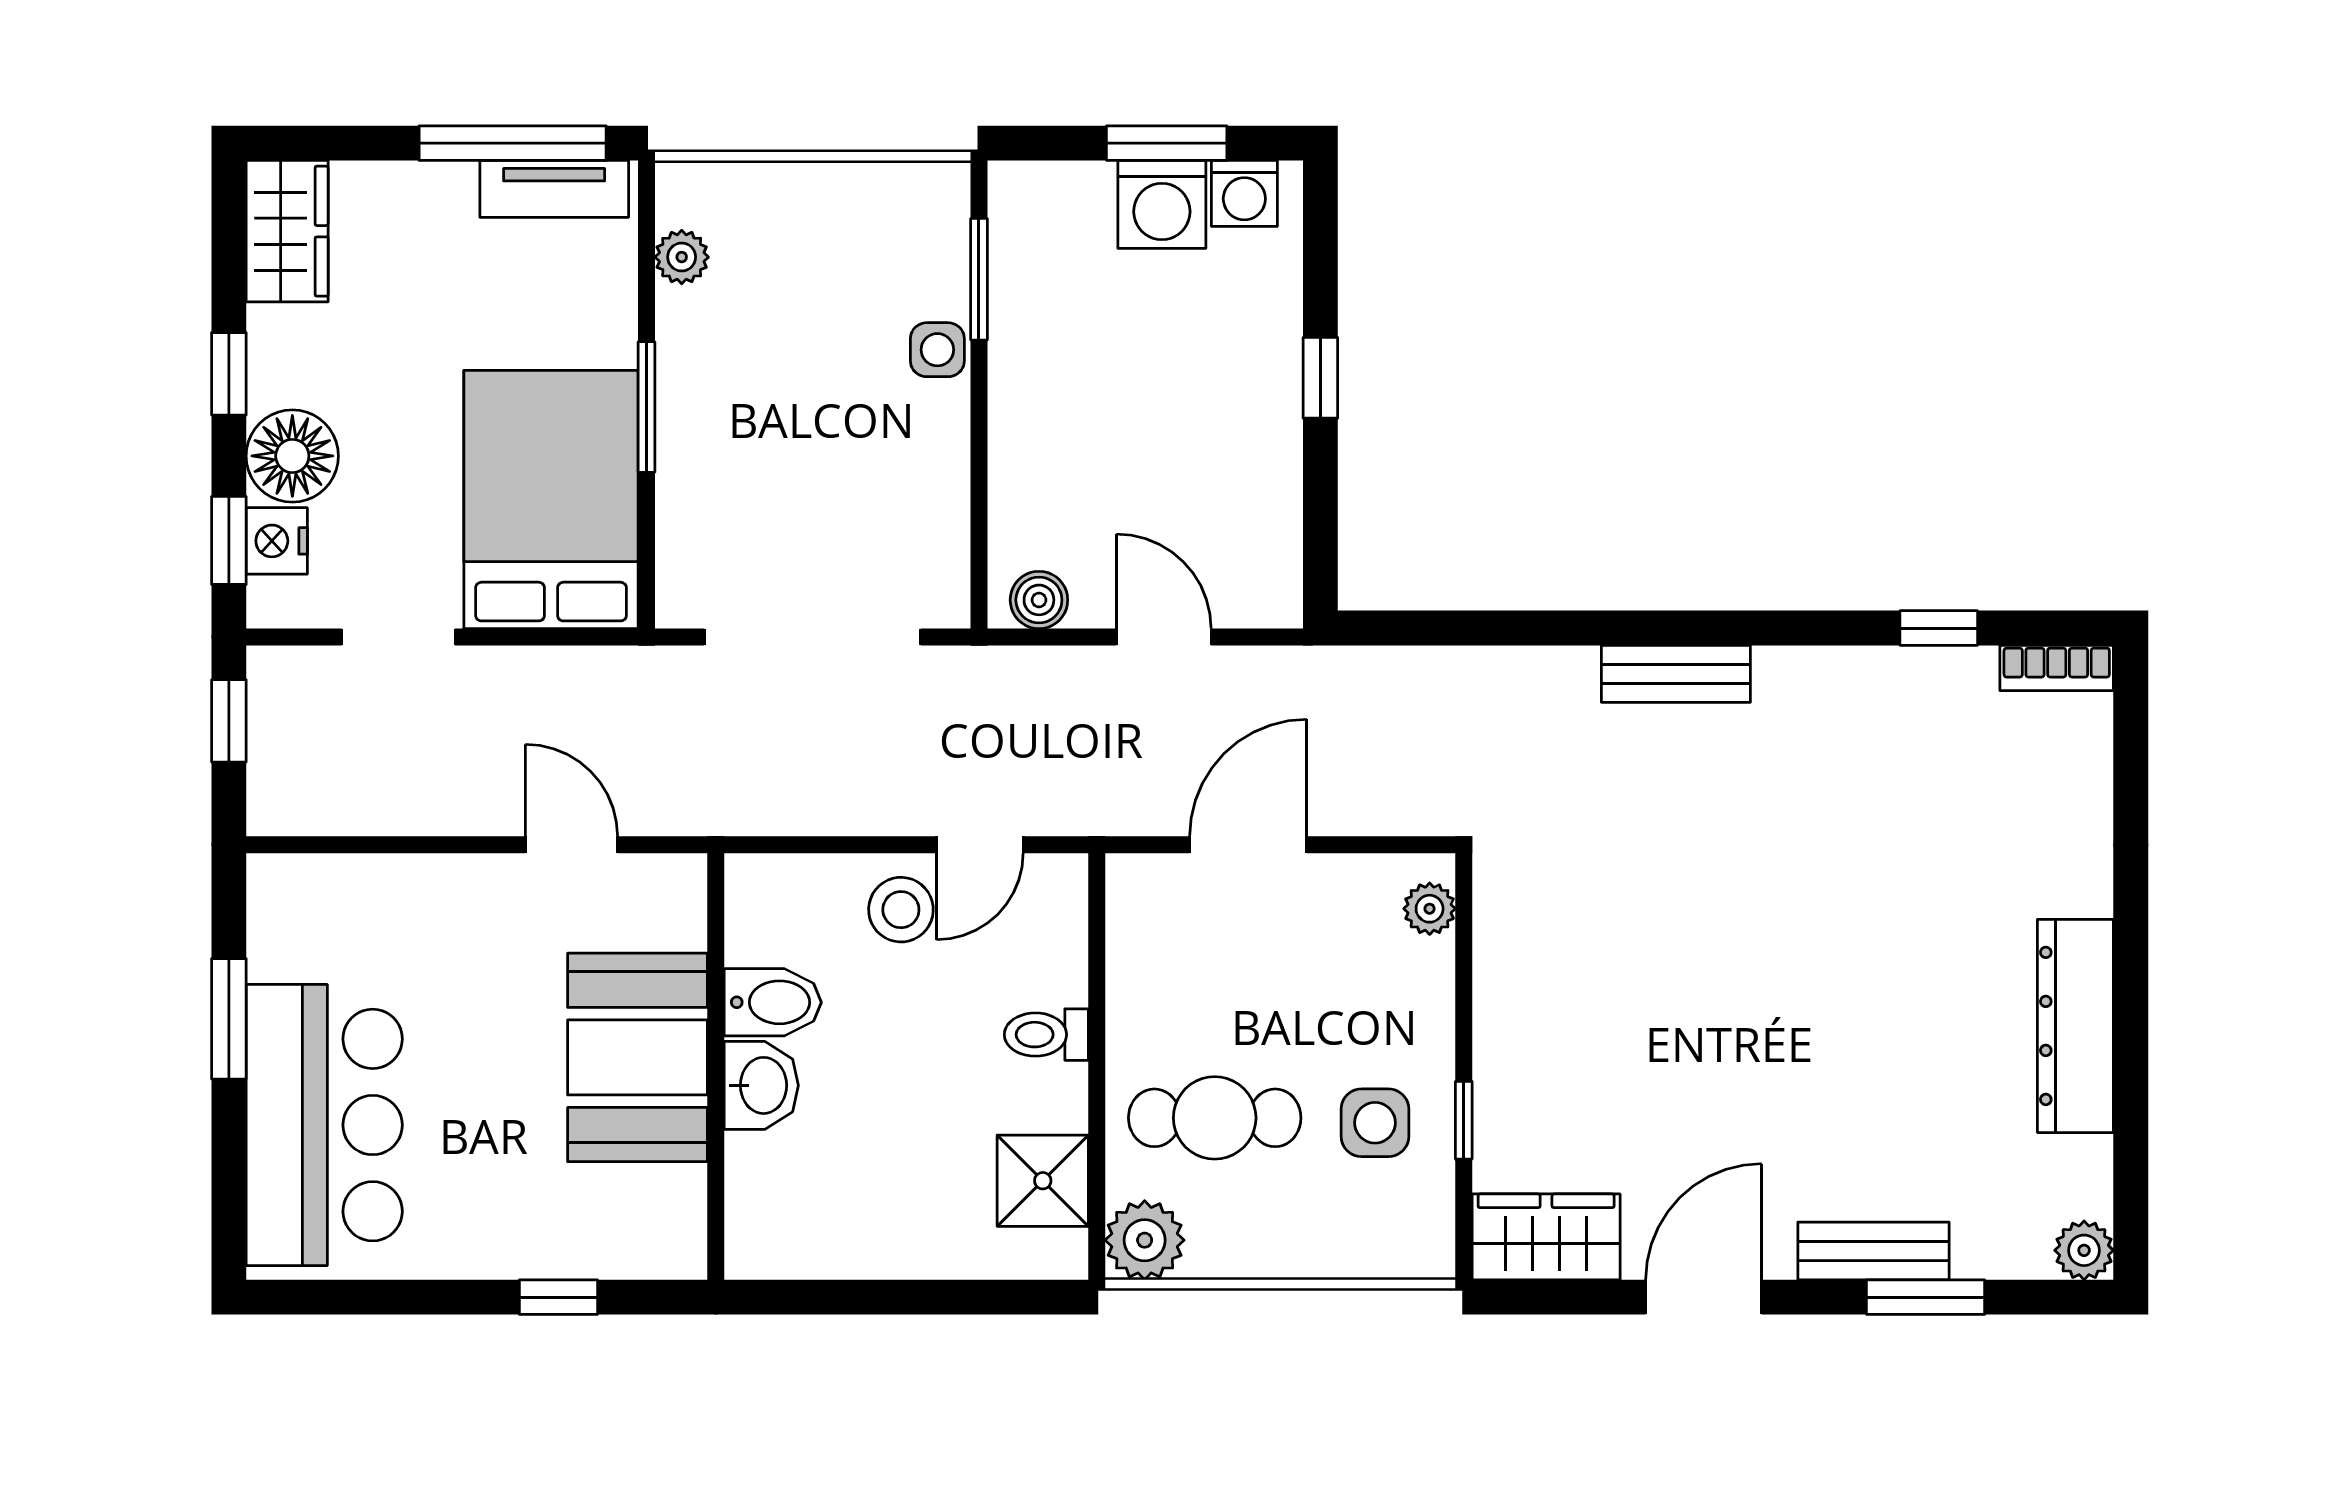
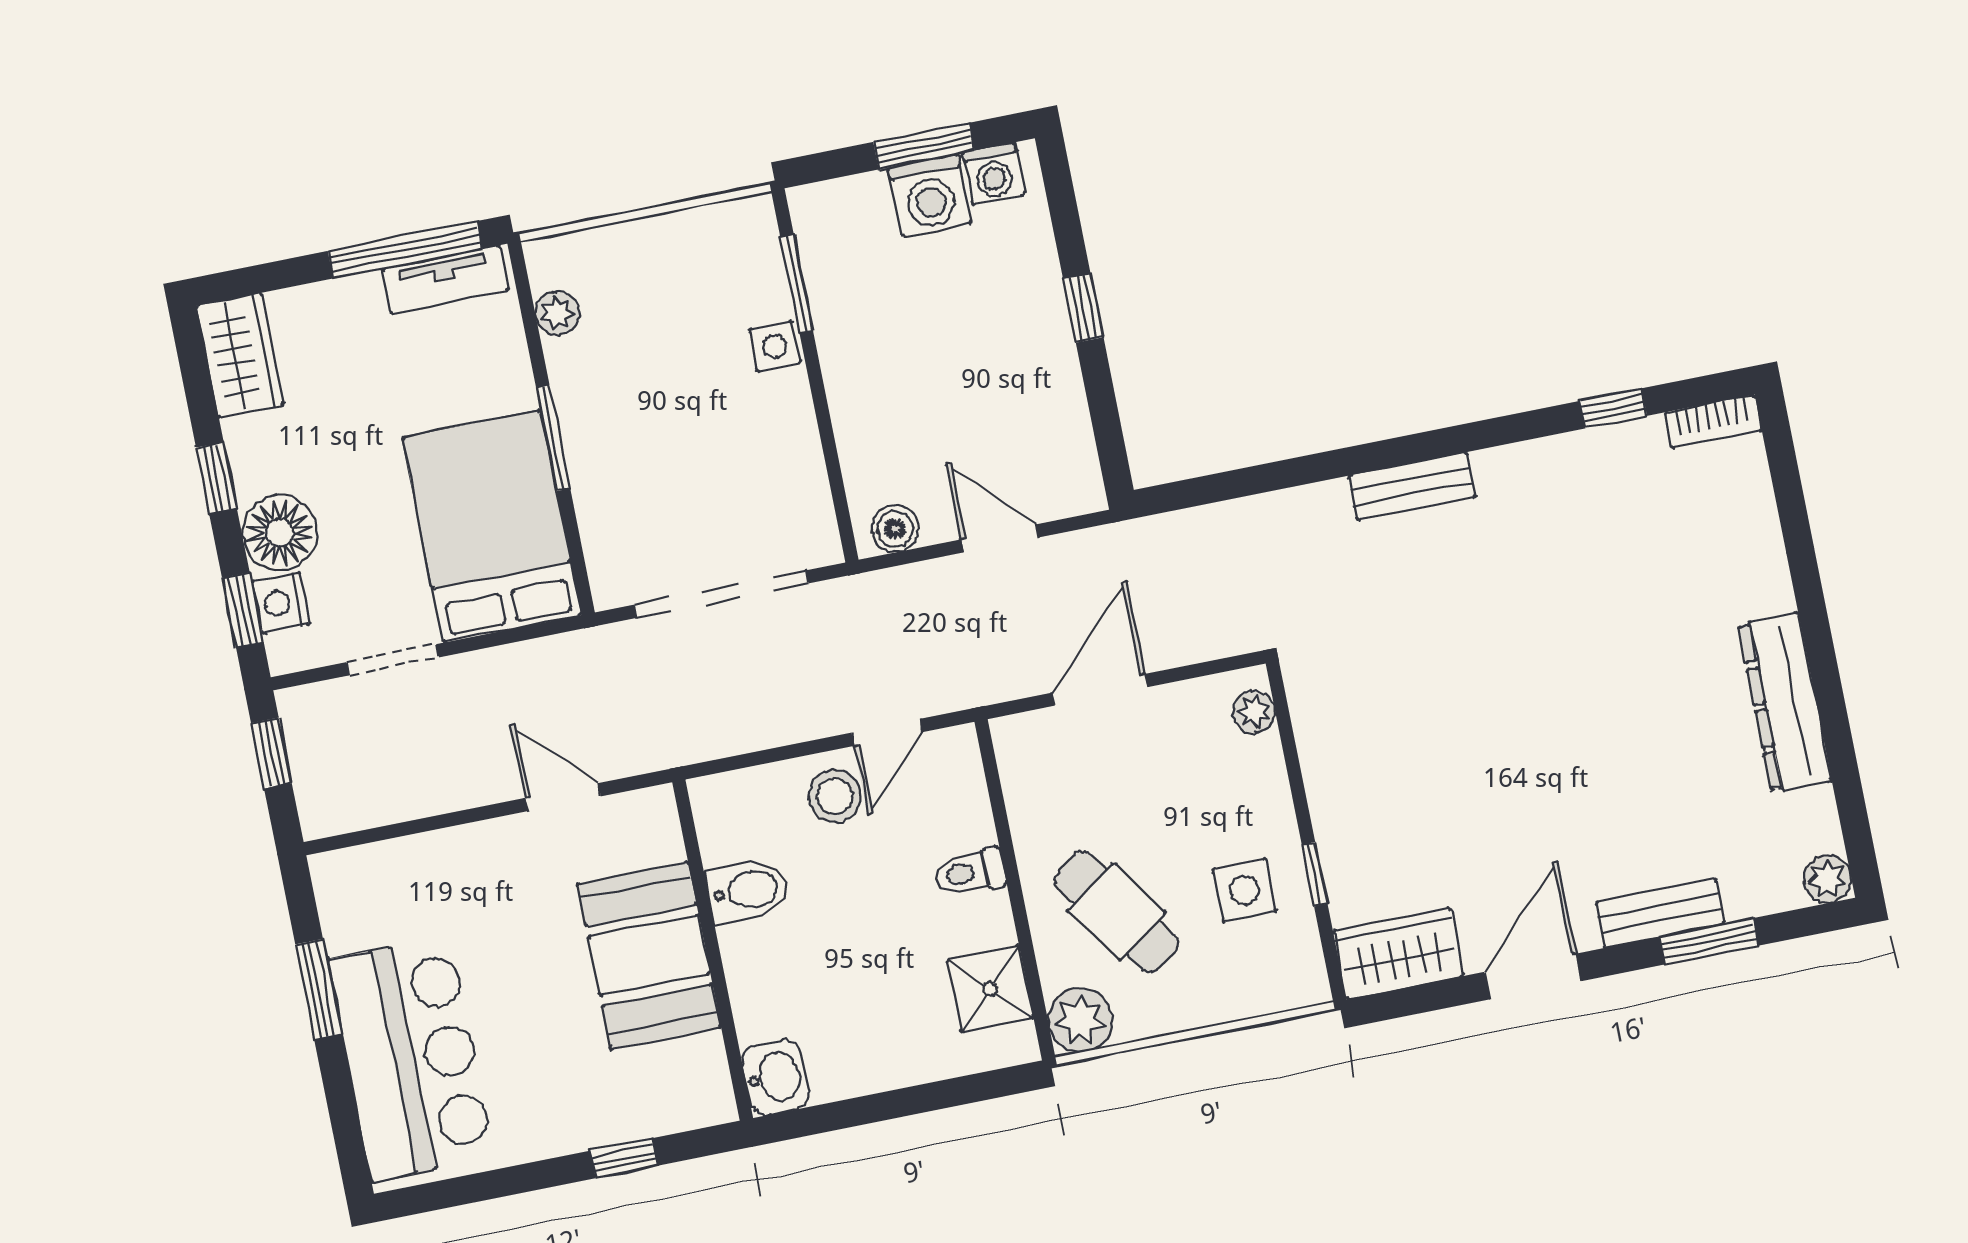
washbasin: (761, 1085) -> (776, 1077), moved
cafe table: (1215, 1118) -> (1117, 912), turned 55

